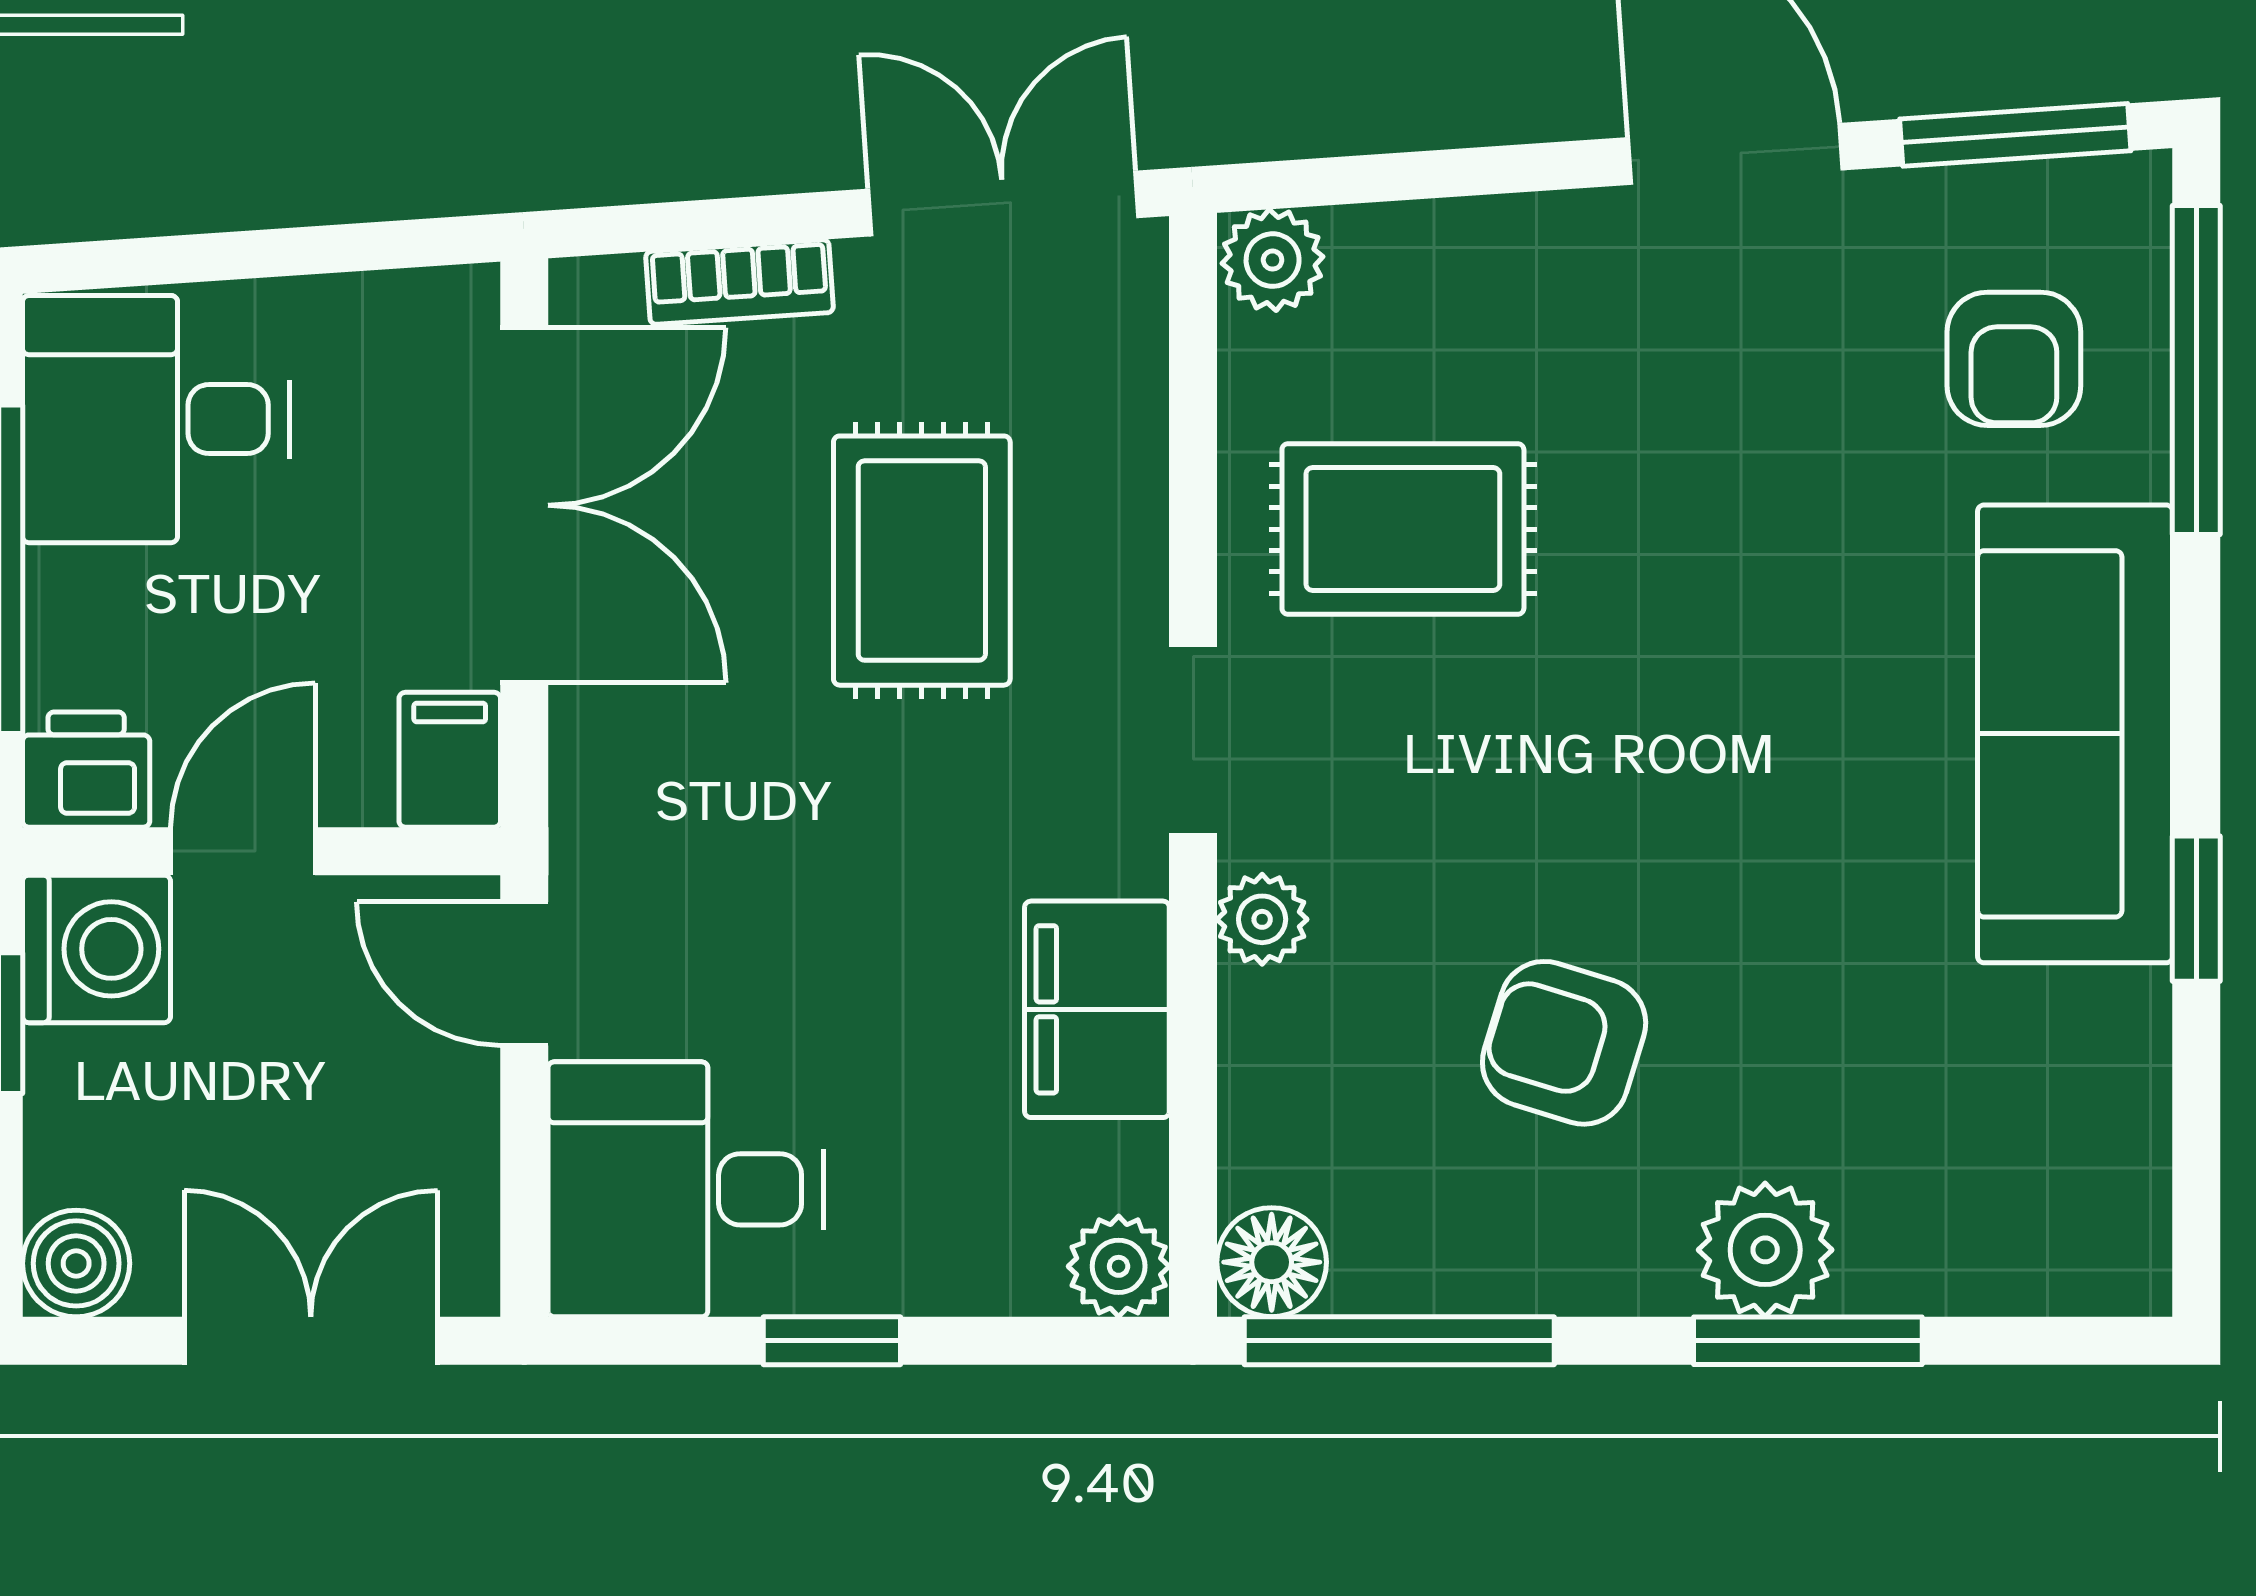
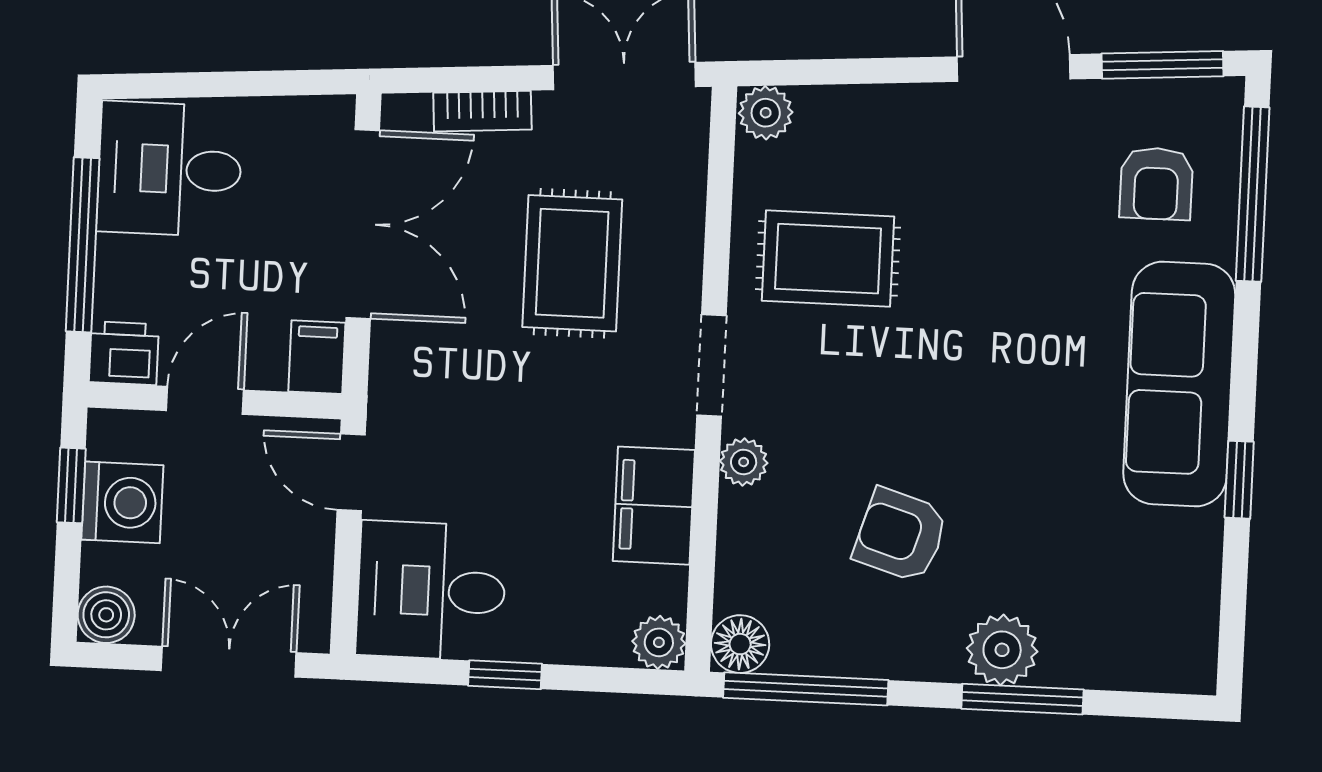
washing machine: (97, 949) -> (122, 502), moved

